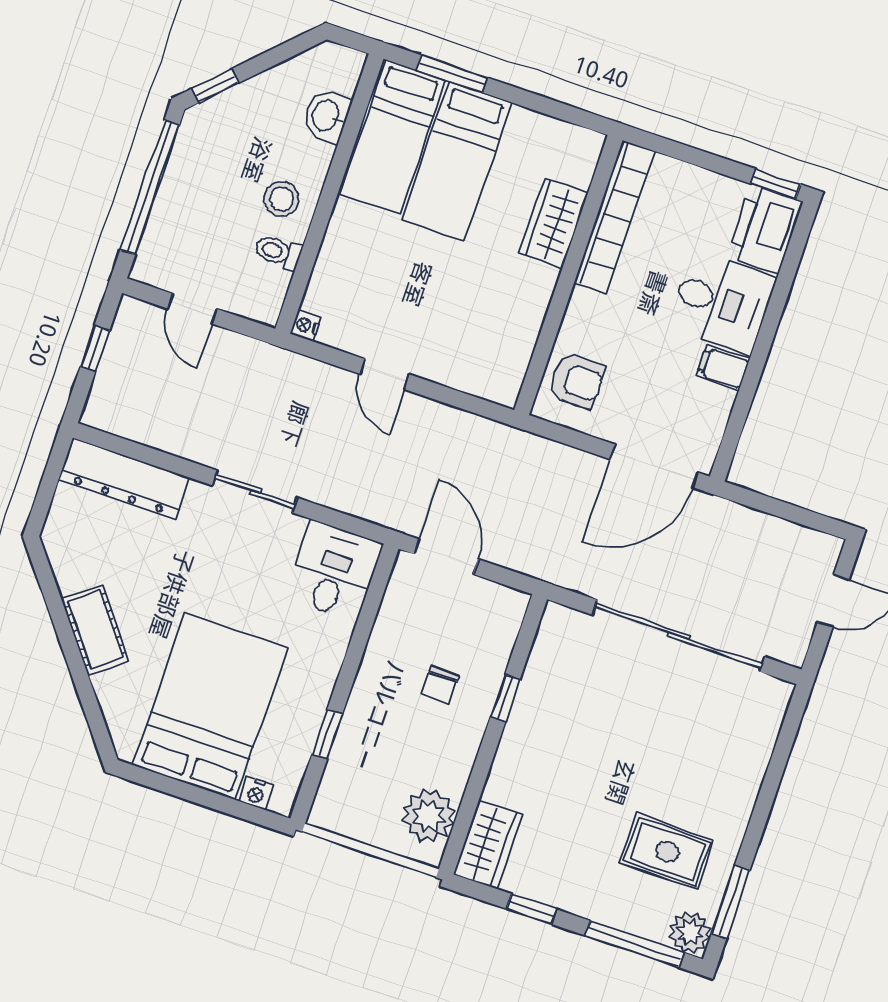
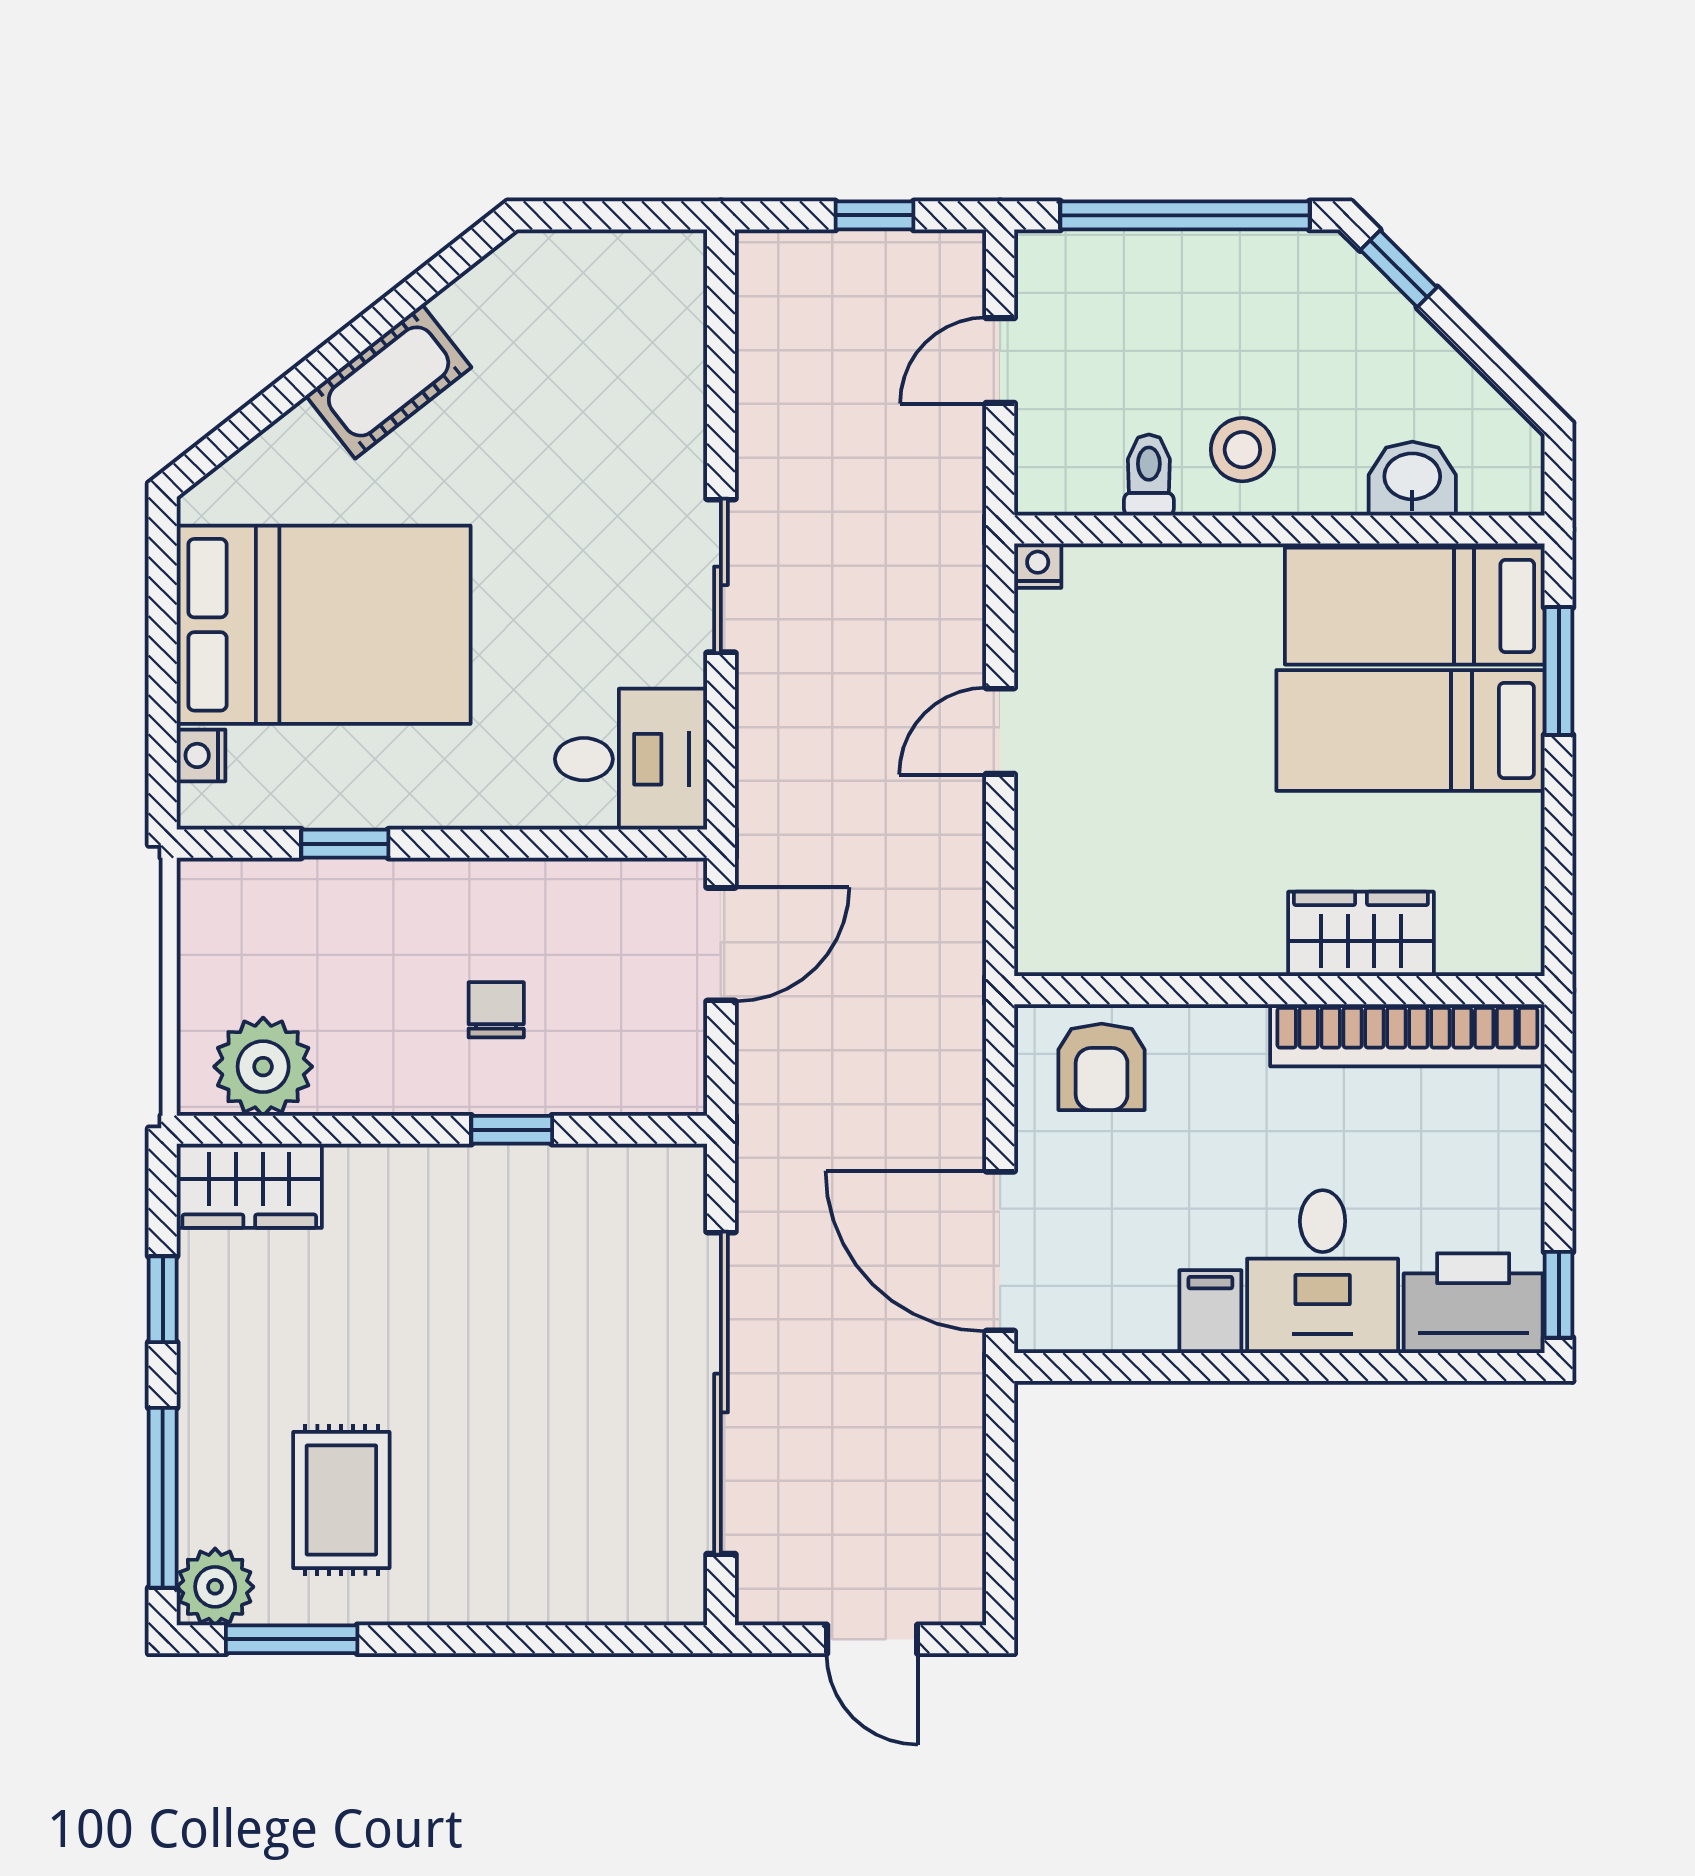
dresser: (124, 478) -> (667, 342), removed
chair: (440, 685) -> (496, 1010), turned 90

